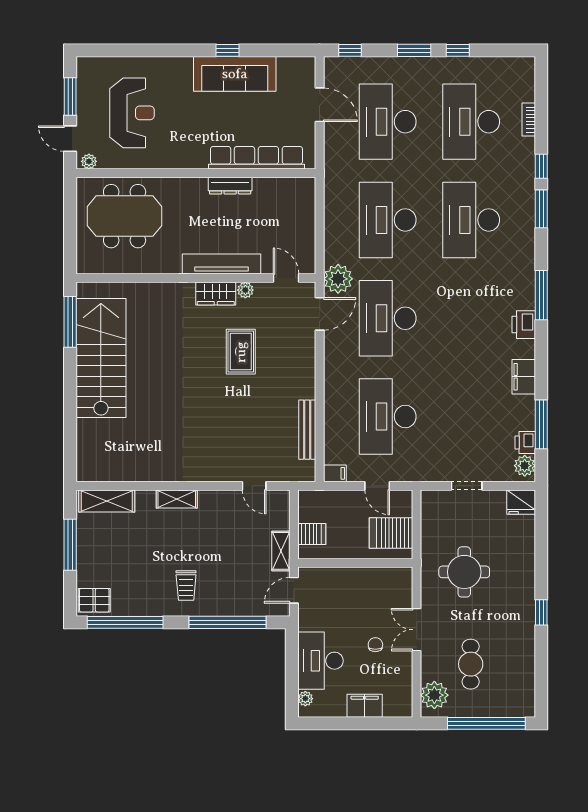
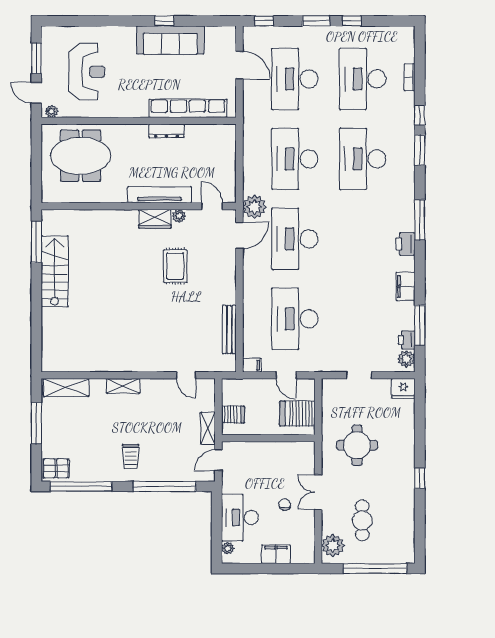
stairs: (101, 358) -> (55, 271), width x0.73, depth x0.66

